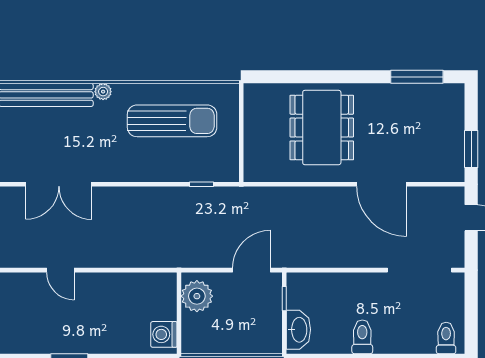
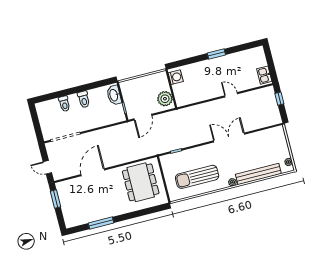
window: (417, 77) -> (101, 223), moved
dining table: (322, 128) -> (141, 182), moved
double door: (59, 184) -> (229, 138), moved
door: (382, 184) -> (93, 172), hinge flipped
toilet: (446, 338) -> (64, 104), moved

